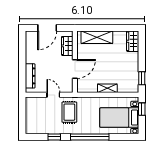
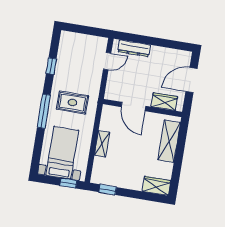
door: (47, 28) -> (191, 80), hinge flipped
door: (53, 95) -> (107, 61), moved
rug: (69, 112) -> (72, 103), moved
window: (90, 137) -> (44, 111), width x0.68

